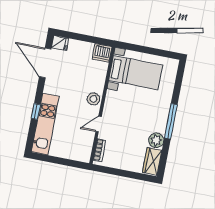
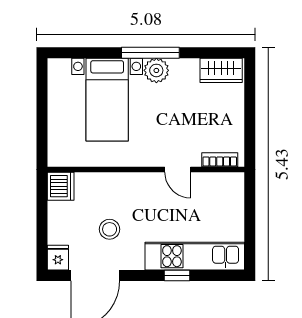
bed with nightstands: (136, 73) -> (107, 100), moved, turned 180
stool: (93, 99) -> (110, 229), moved
plant: (156, 140) -> (156, 70), moved

